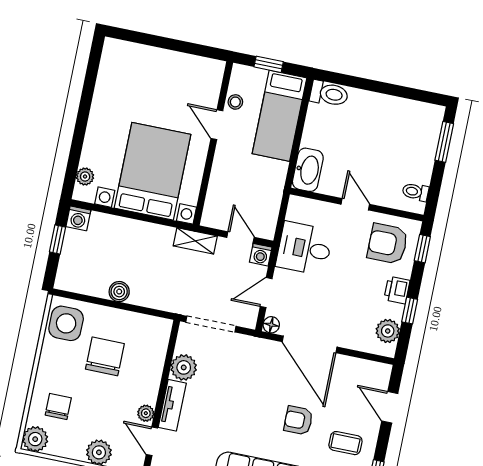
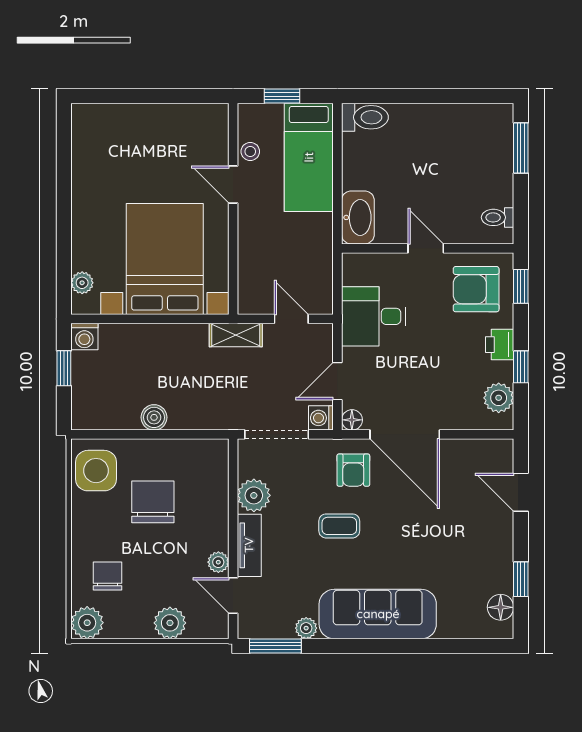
washing machine: (261, 255) -> (321, 418), moved, turned 90
armchair: (298, 420) -> (353, 470), moved, turned -90
coffee table: (345, 443) -> (339, 526), moved

